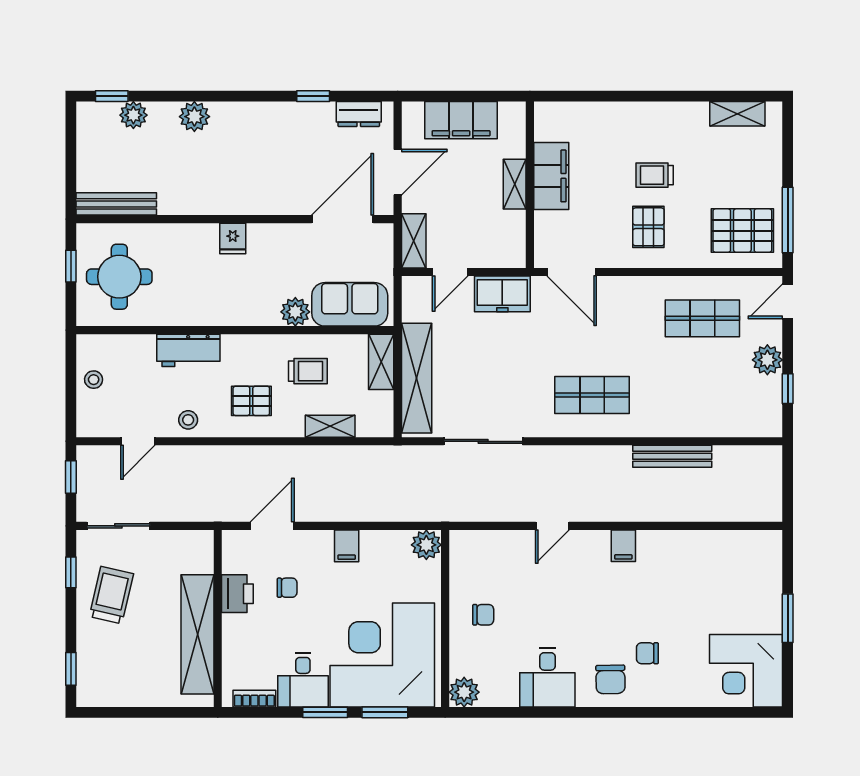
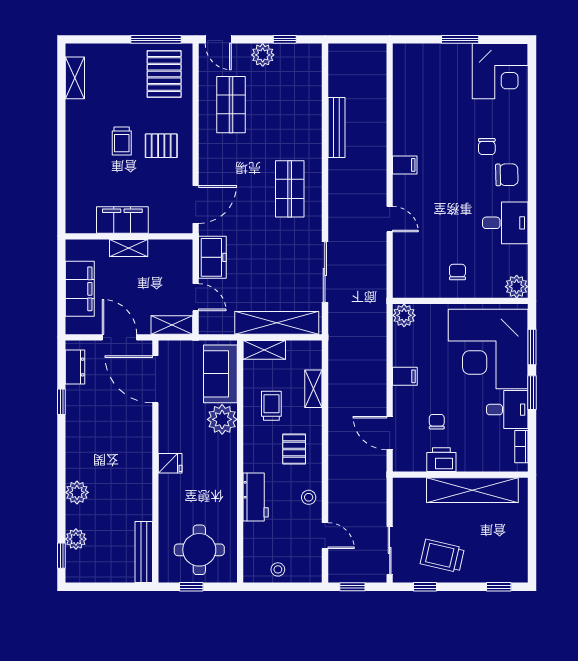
plant: (295, 312) -> (222, 419), width x1.36, depth x1.36

